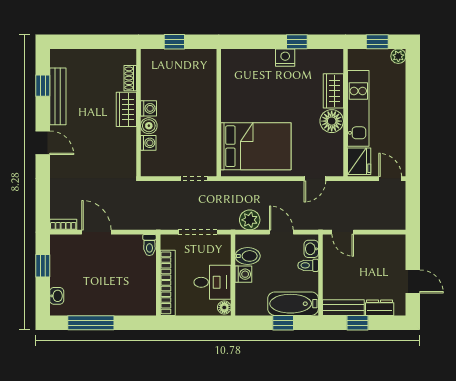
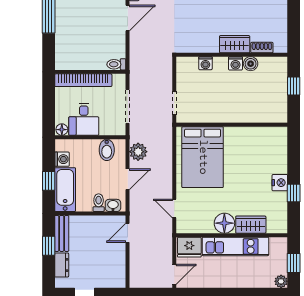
boiler: (149, 126) -> (251, 64), moved
washing machine: (243, 274) -> (62, 159), moved, turned -90

